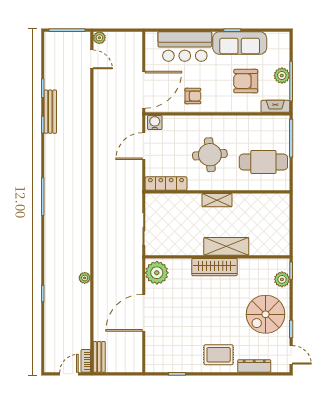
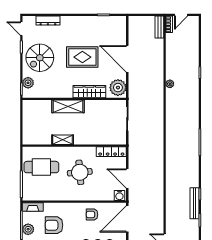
armchair: (246, 81) -> (54, 225), turned 180
door: (144, 146) -> (127, 178), swing flipped
shelving: (217, 200) -> (63, 140), moved
wardrobe: (215, 267) -> (89, 92), moved
door: (144, 313) -> (127, 59), swing flipped
spiral stairs: (266, 314) -> (40, 58), turned 180
rug: (219, 355) -> (82, 57), moved, width x1.36, depth x1.43

